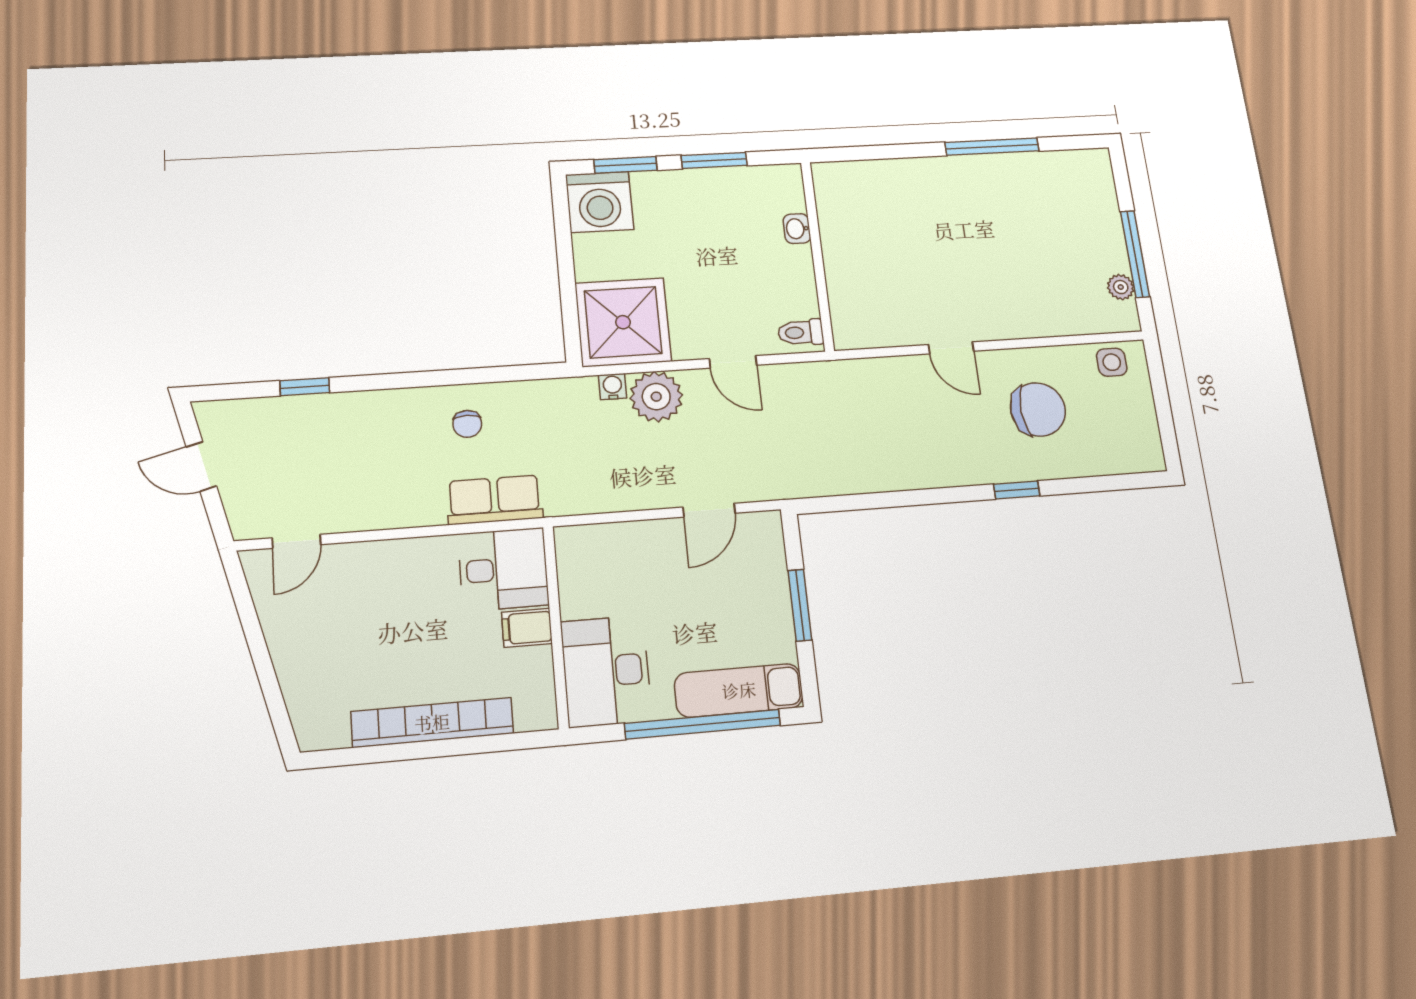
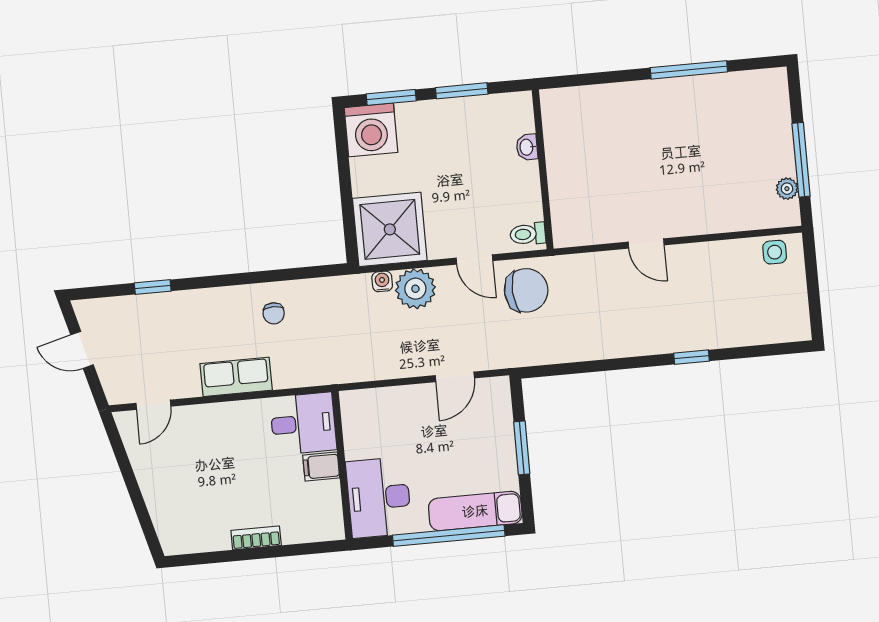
chair: (1038, 409) -> (526, 290), moved
row of seats: (495, 500) -> (236, 377), moved
bookcase: (432, 722) -> (256, 538), width x0.43, depth x0.76

